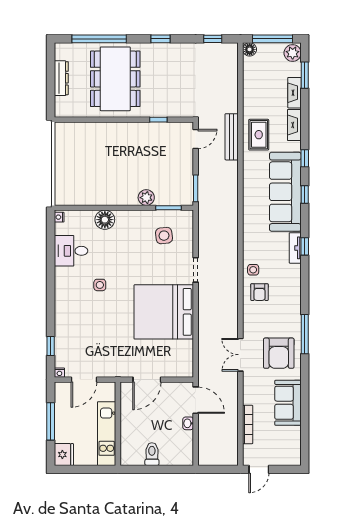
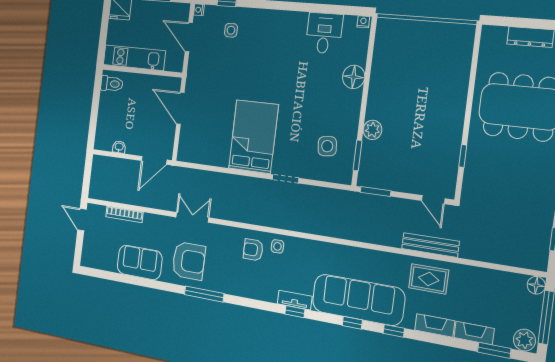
side table: (100, 285) -> (231, 30), moved
bed: (164, 312) -> (253, 137), width x0.73
armchair: (279, 353) -> (189, 261), turned 180
washbasin: (188, 423) -> (119, 147), moved
toilet: (152, 454) -> (112, 84), moved

